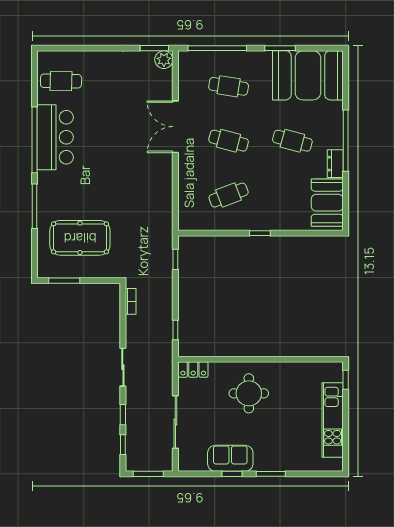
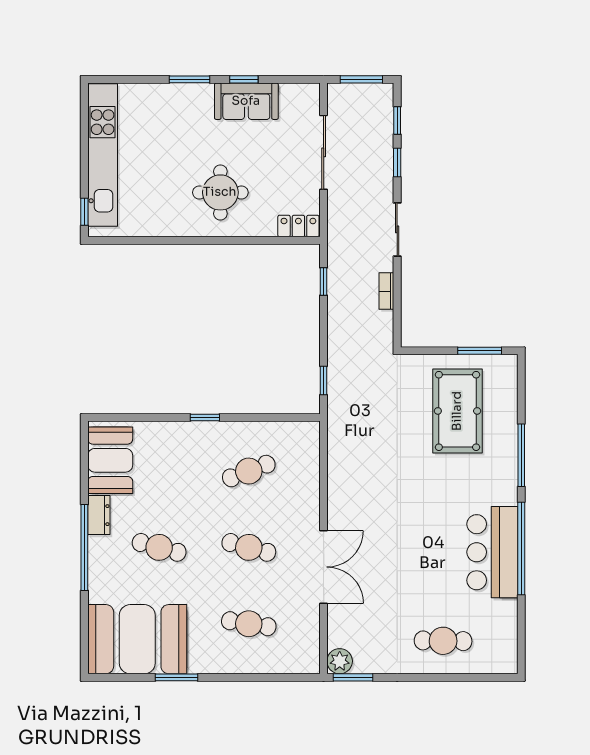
window: (217, 48) -> (265, 677), removed
cafe table: (61, 81) -> (443, 641), moved
pool table: (80, 238) -> (457, 411), turned 90
bookcase: (131, 301) -> (386, 291), moved
kitchen unit: (333, 420) -> (103, 155), width x1.36

